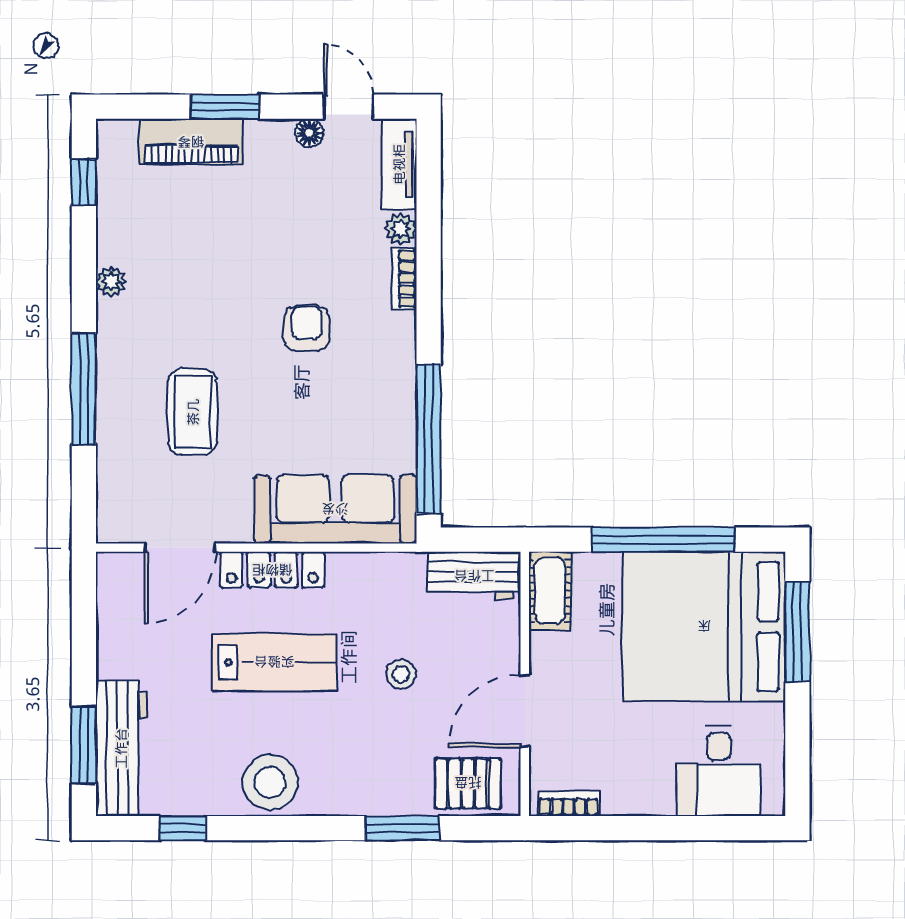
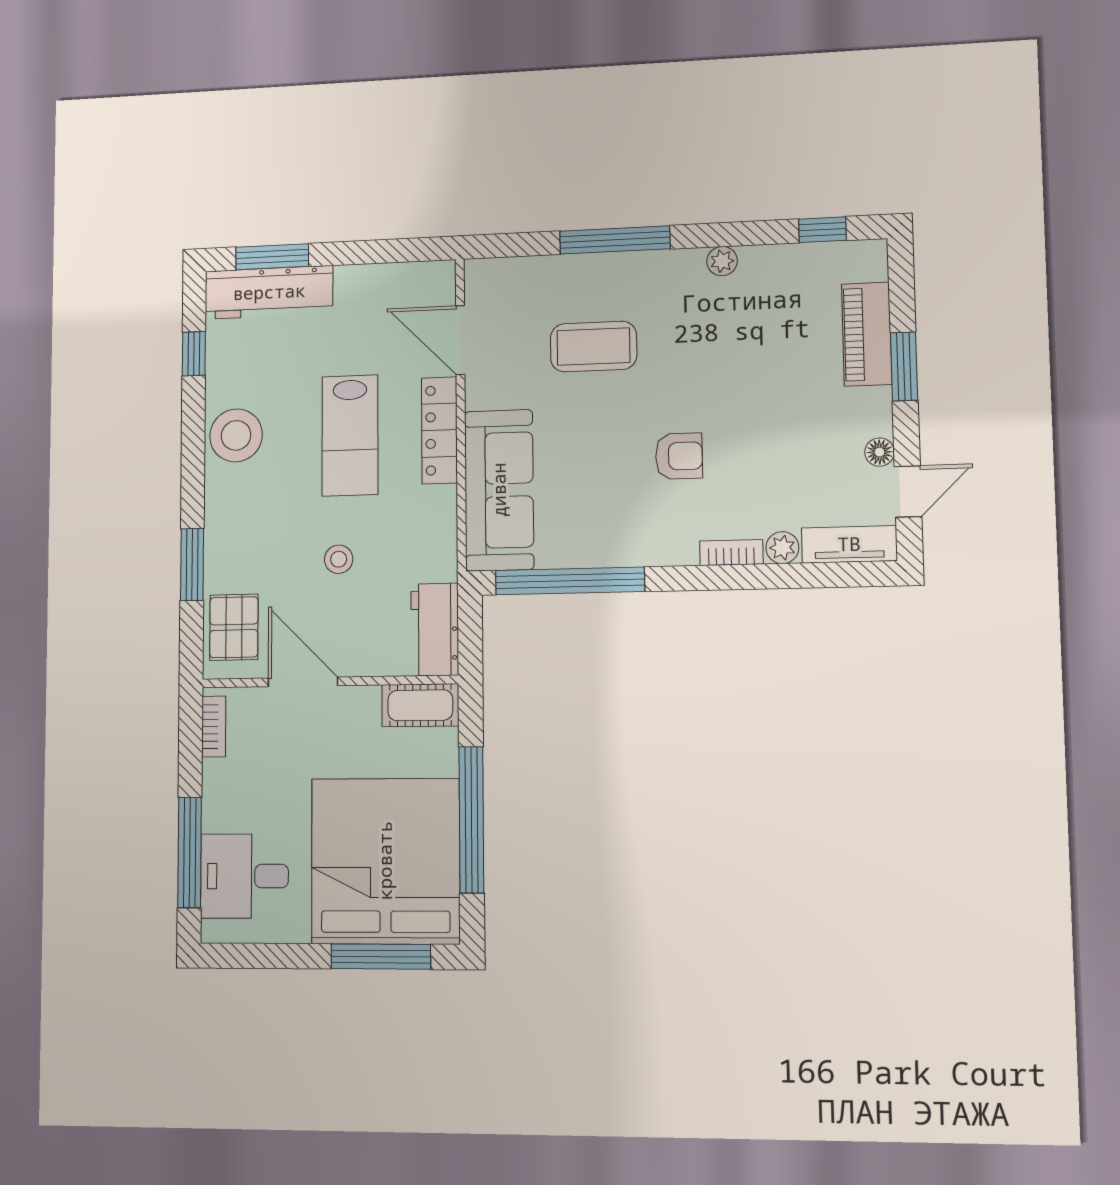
window: (695, 828) -> (190, 853), added

